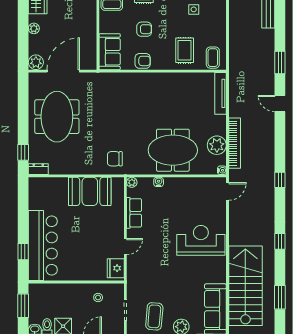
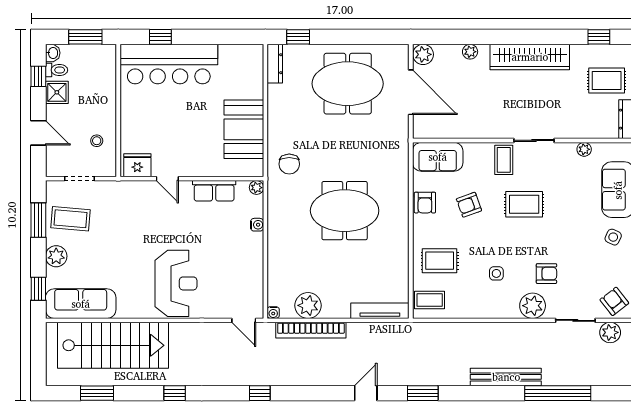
armchair: (144, 29) -> (469, 205), turned 70
meeting table: (173, 150) -> (345, 211), moved, turned 90
chair: (115, 159) -> (289, 164), turned 180
dresser: (38, 169) -> (275, 64), width x1.44

